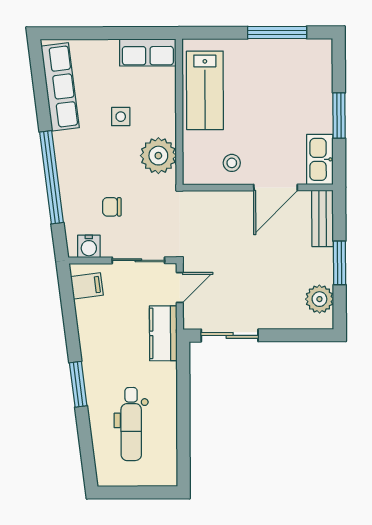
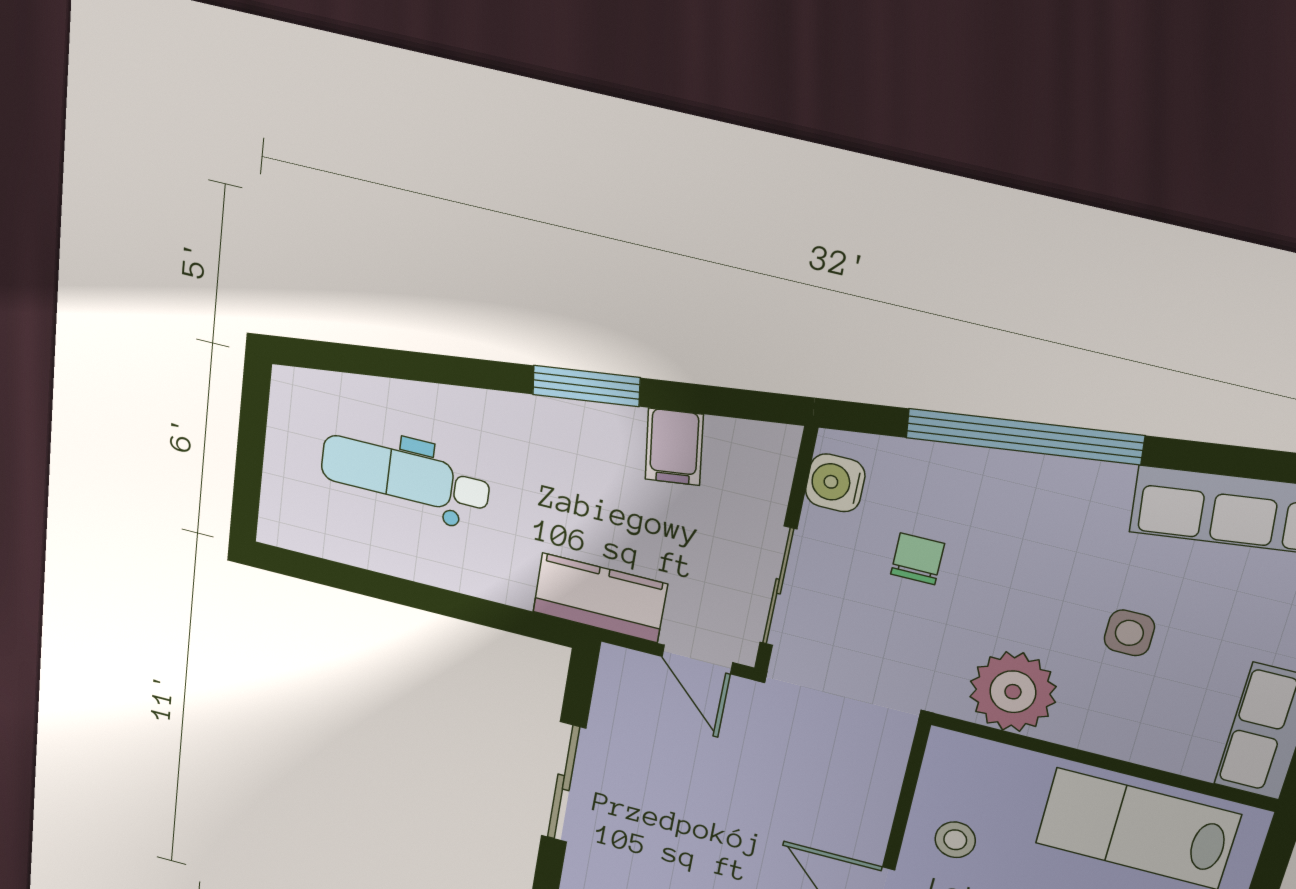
filing cabinet: (87, 286) -> (674, 447), moved
sliding door: (230, 335) -> (563, 782), moved
window: (78, 384) -> (586, 386), moved

